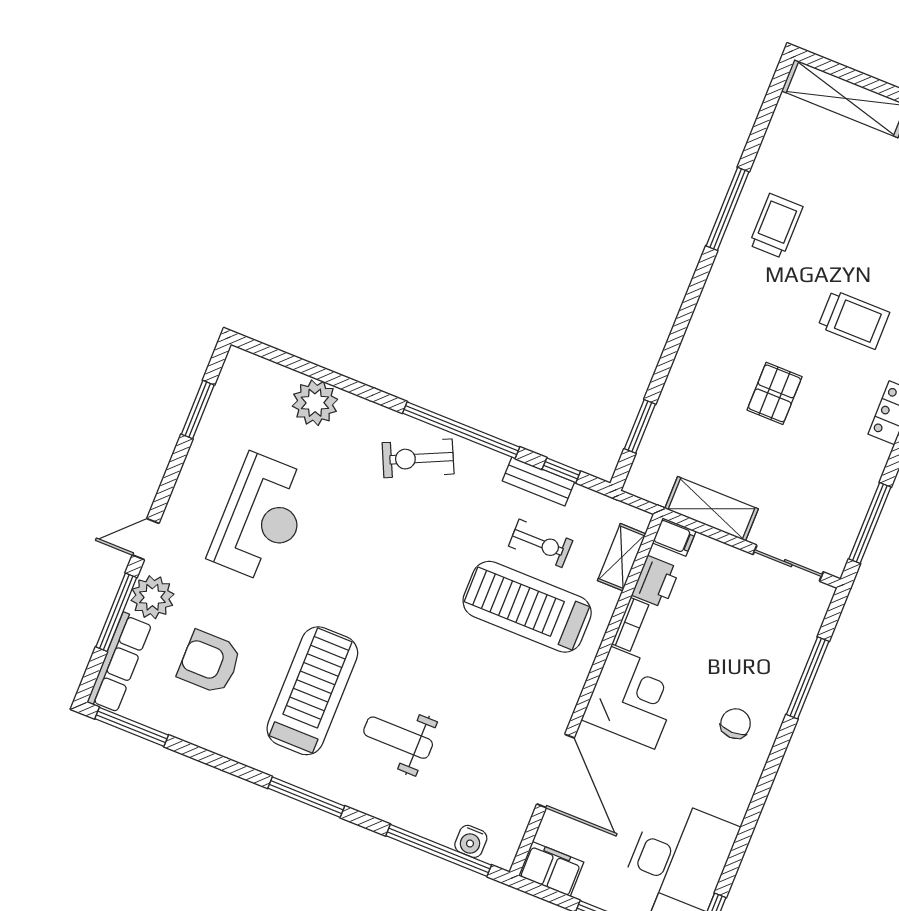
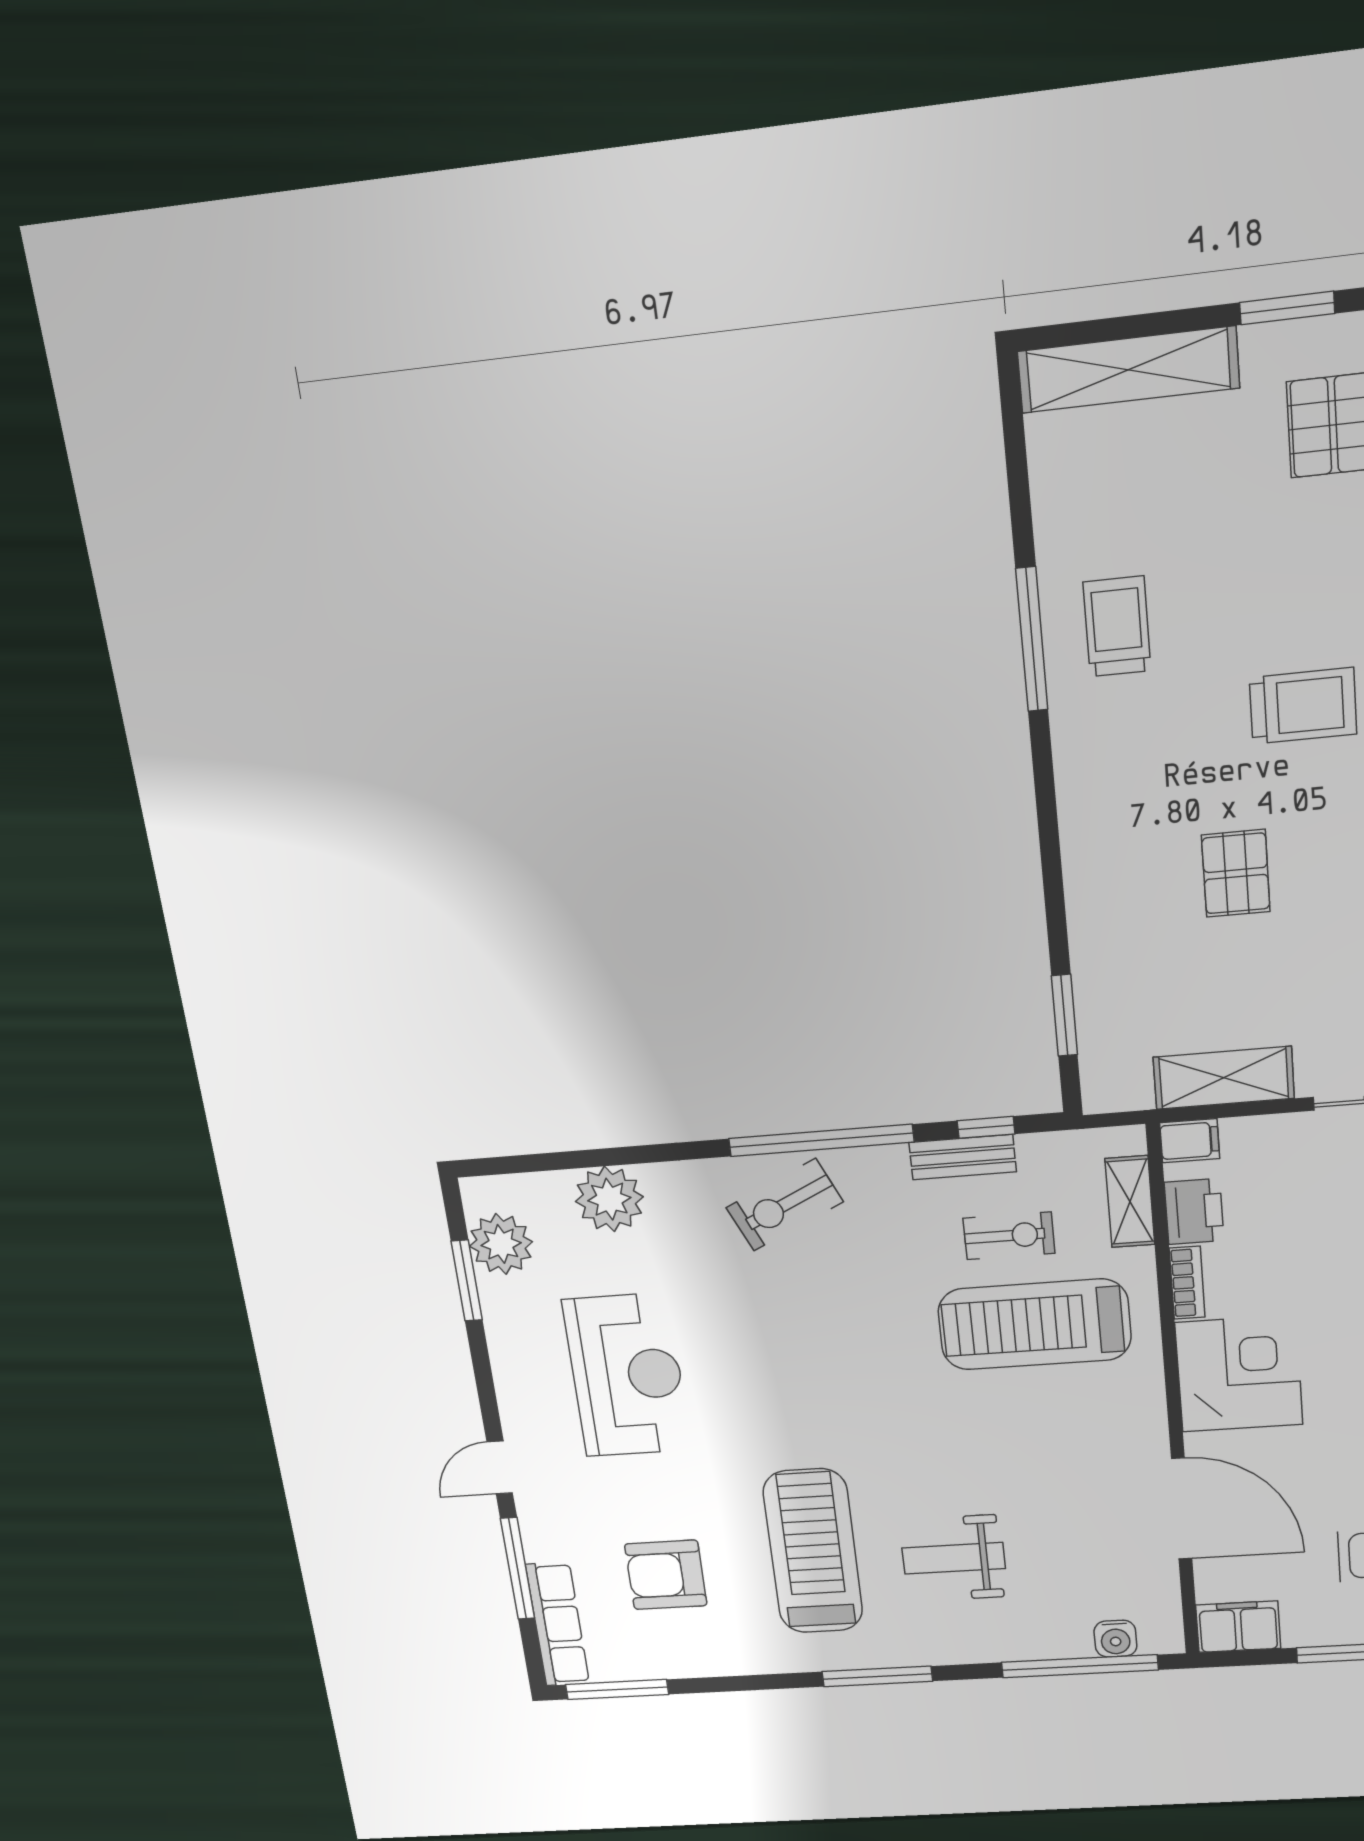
plant: (152, 597) -> (501, 1244), moved

